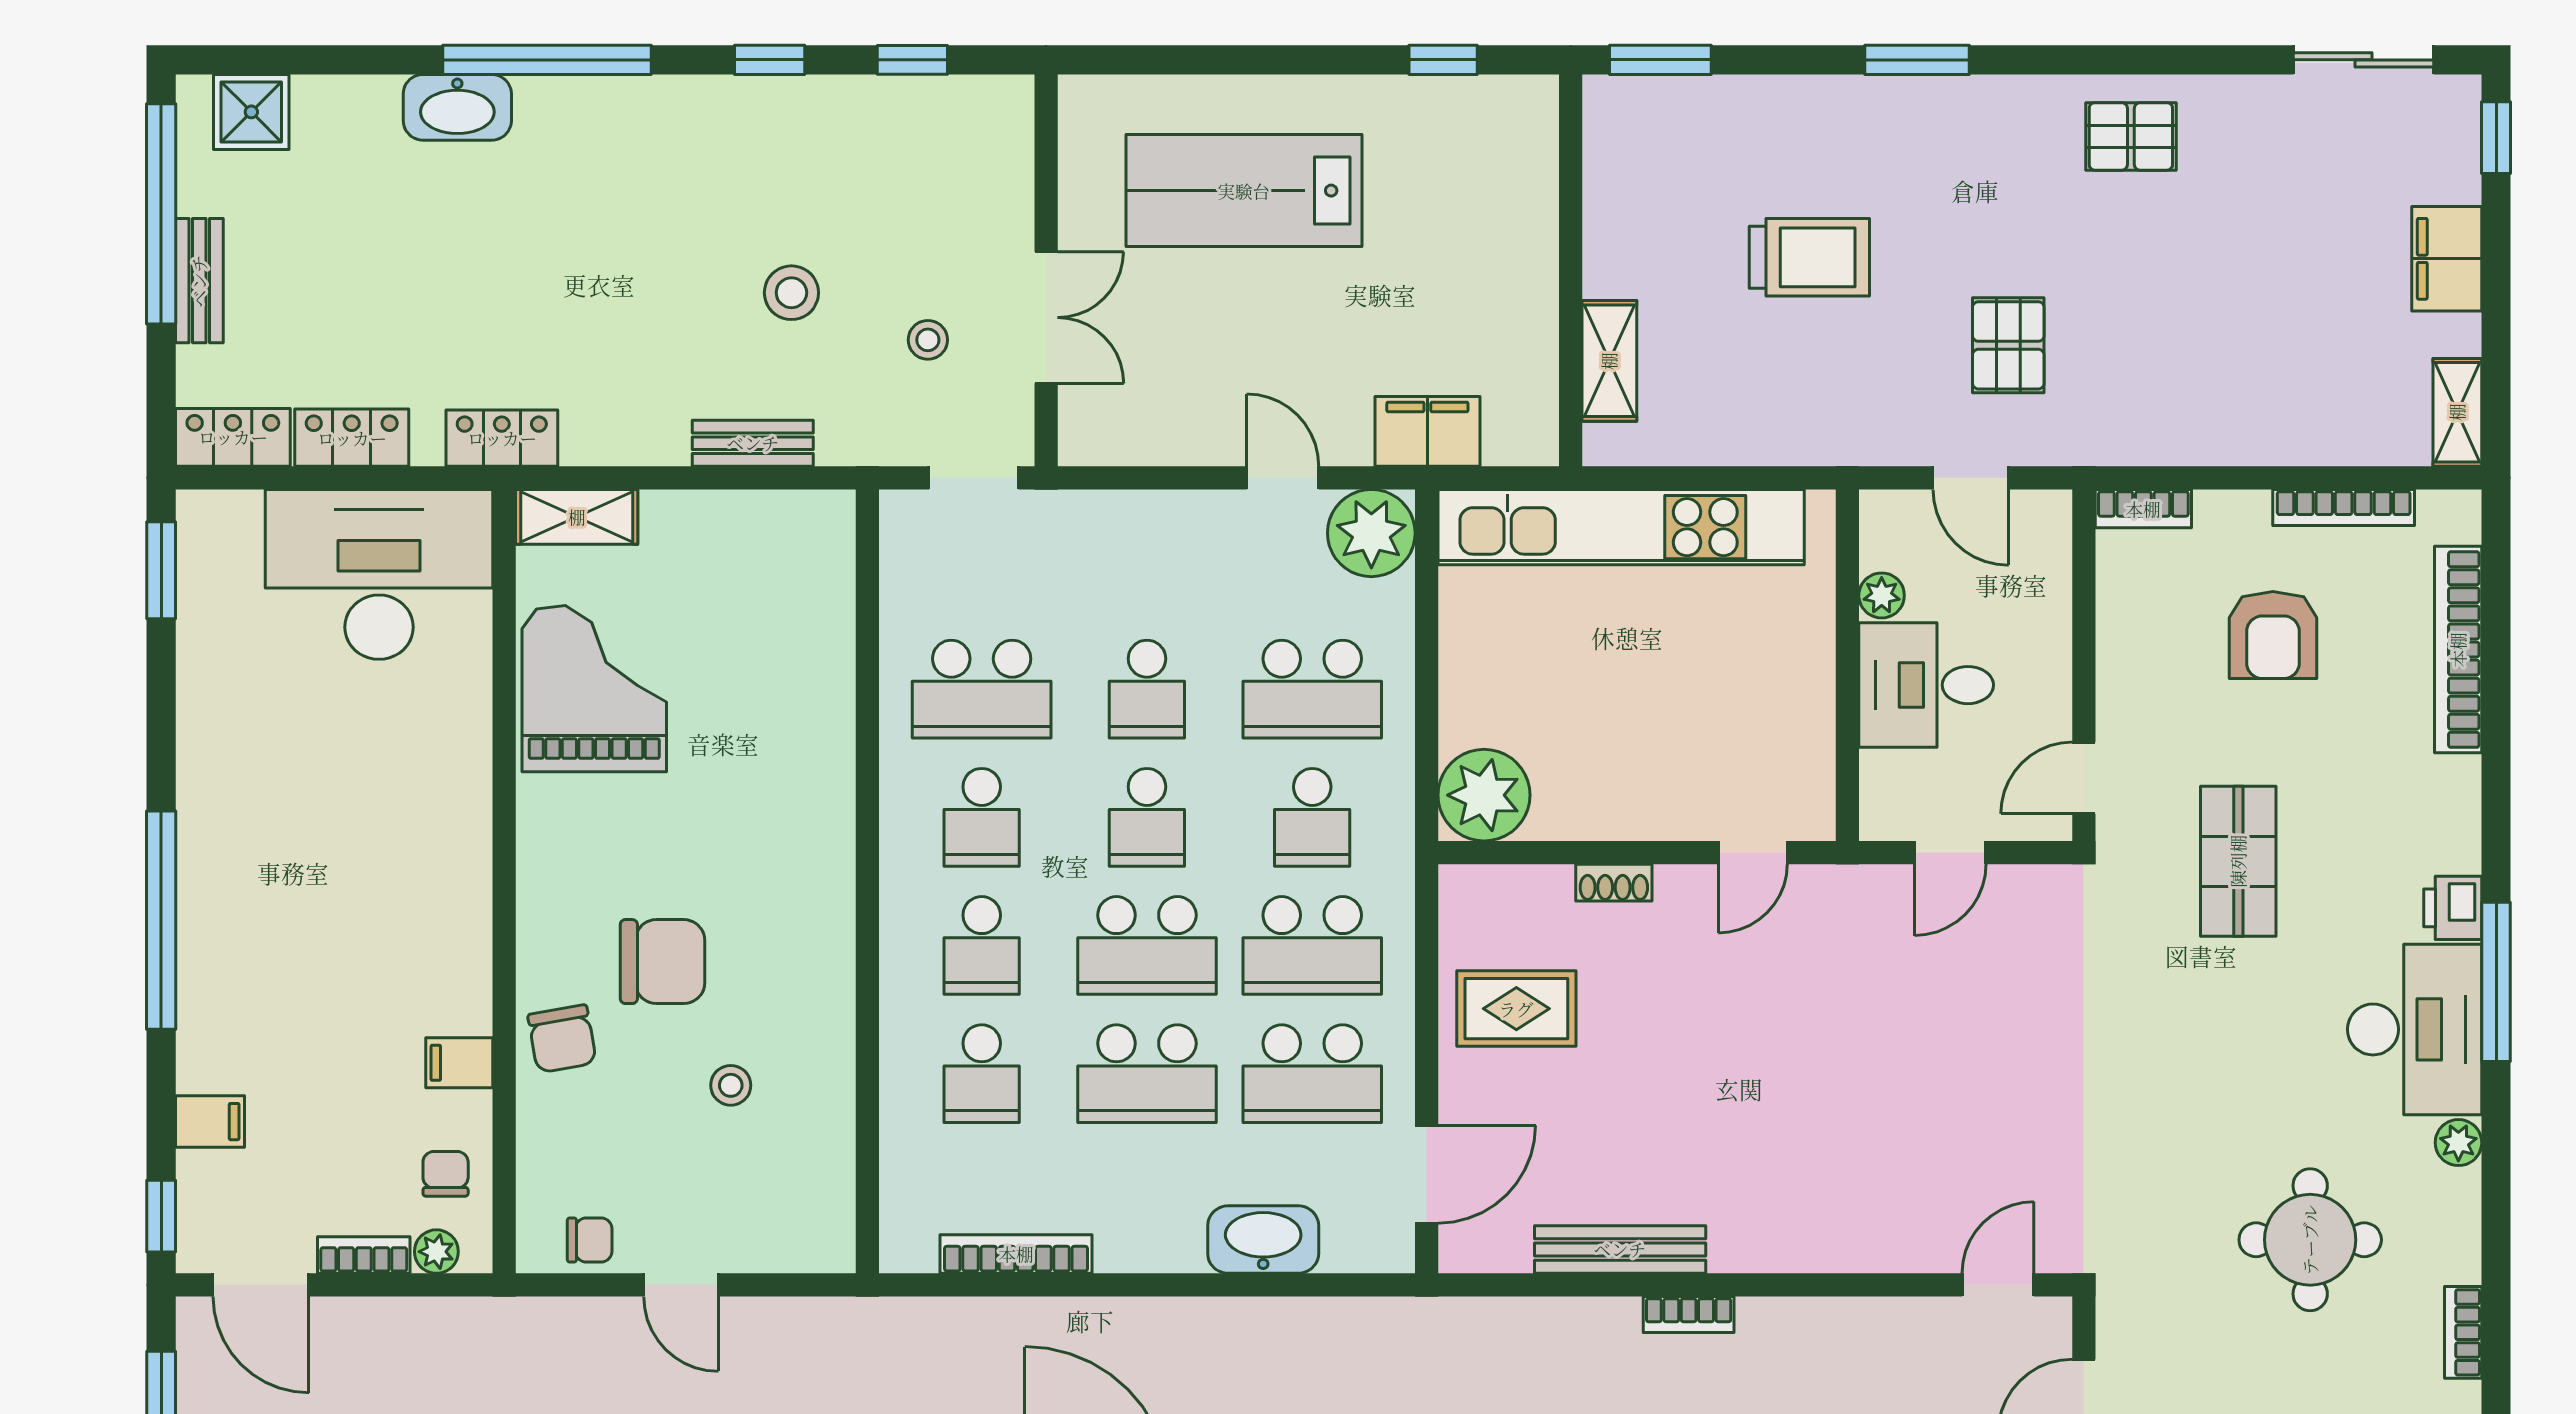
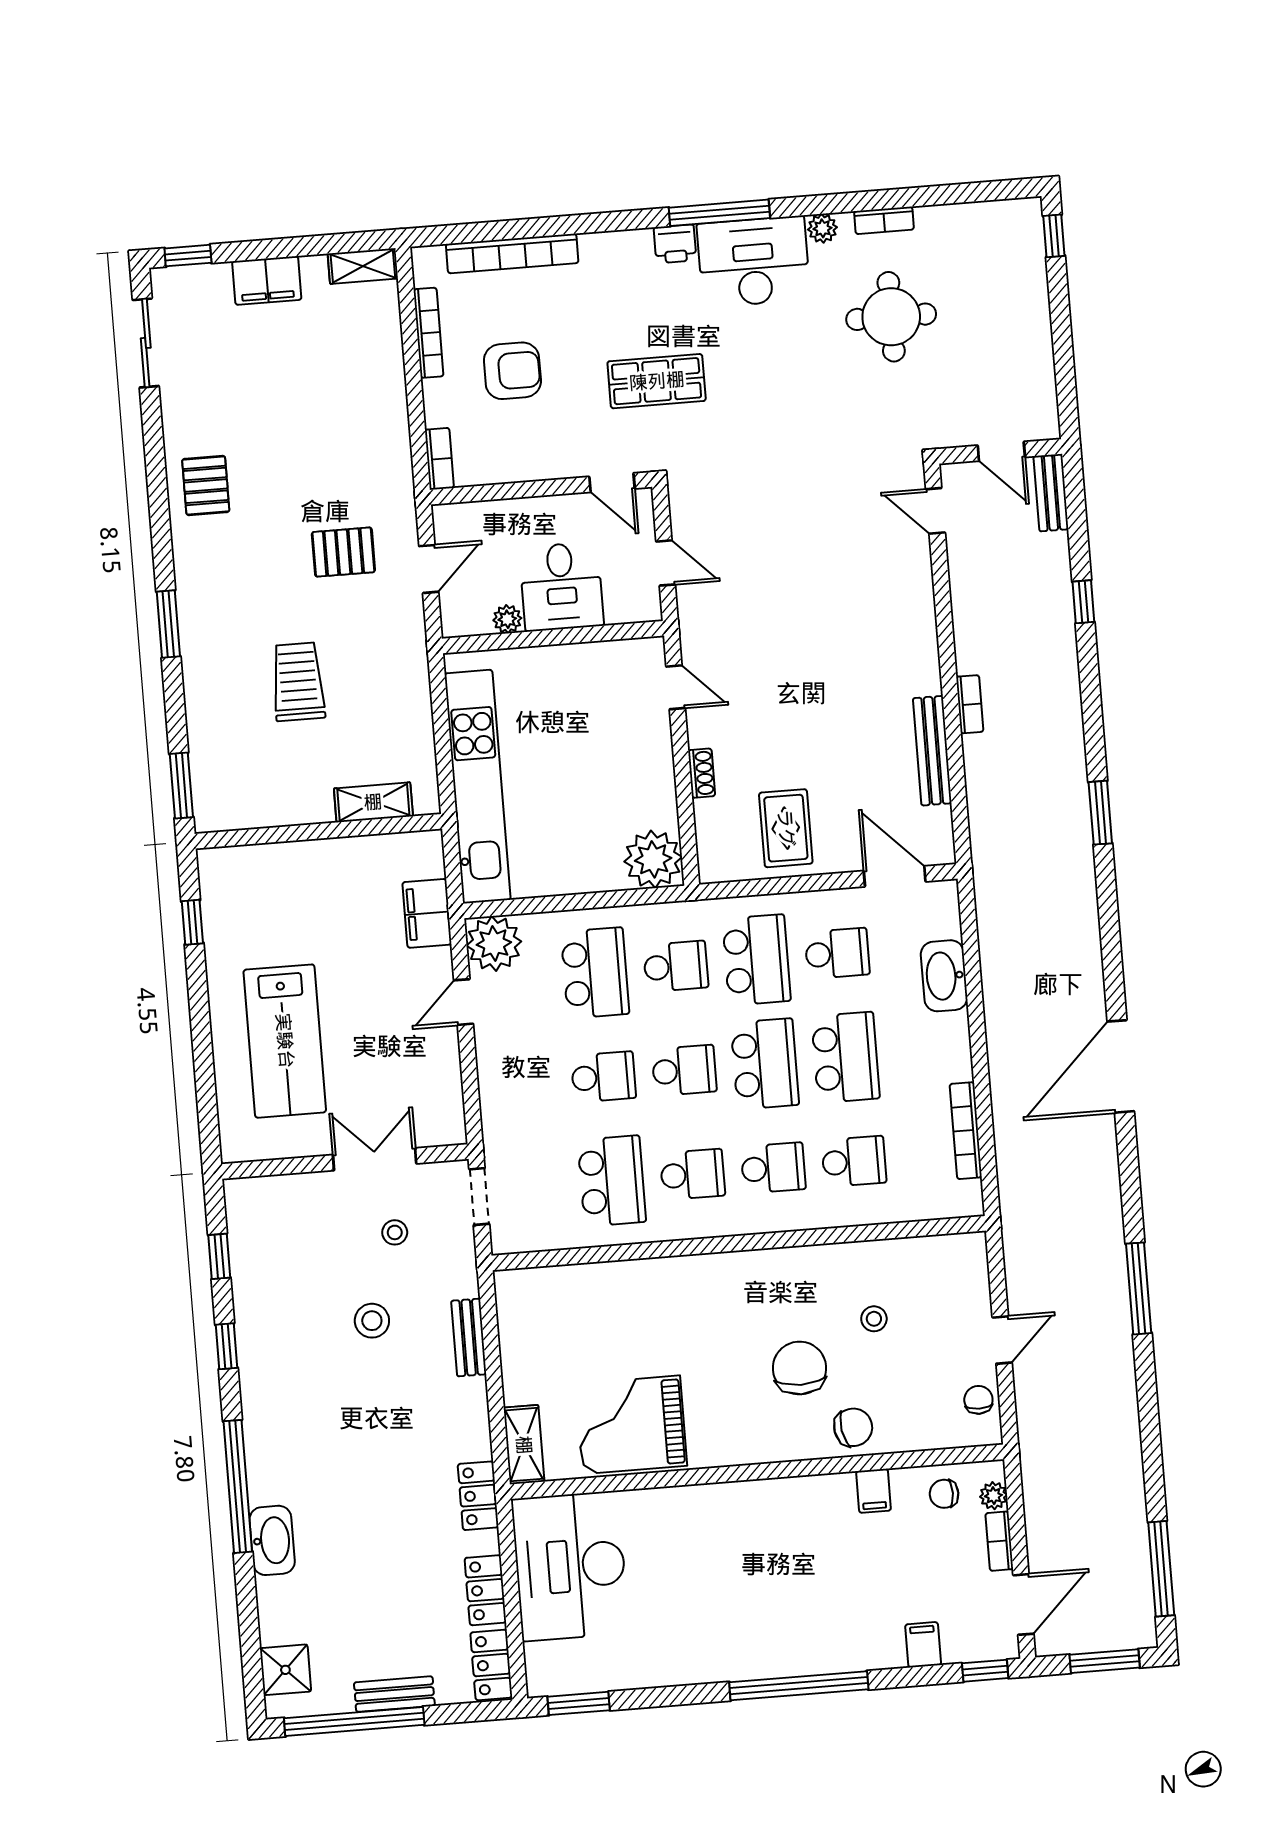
school desk: (1312, 1074) -> (837, 953), width x0.54
bookcase: (2463, 1332) -> (884, 220), moved

